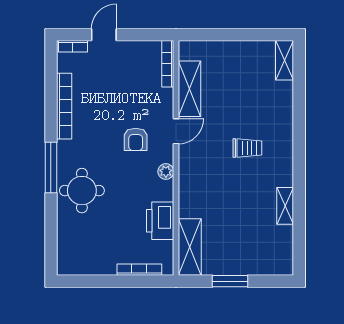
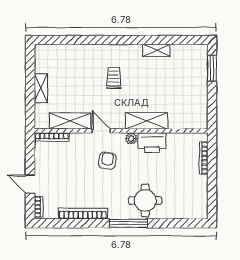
shelving: (285, 60) -> (41, 88), moved, turned 90
armchair: (136, 139) -> (107, 161), turned -81
printer: (160, 221) -> (152, 143), moved
shelving: (190, 247) -> (147, 121), moved
window: (230, 281) -> (212, 68), moved

